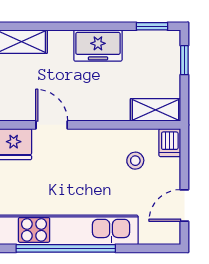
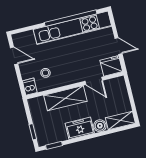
boiler: (61, 41) -> (100, 126), added
shelving: (155, 110) -> (65, 98), moved, width x1.50, depth x1.33
door: (184, 205) -> (14, 56), hinge flipped

